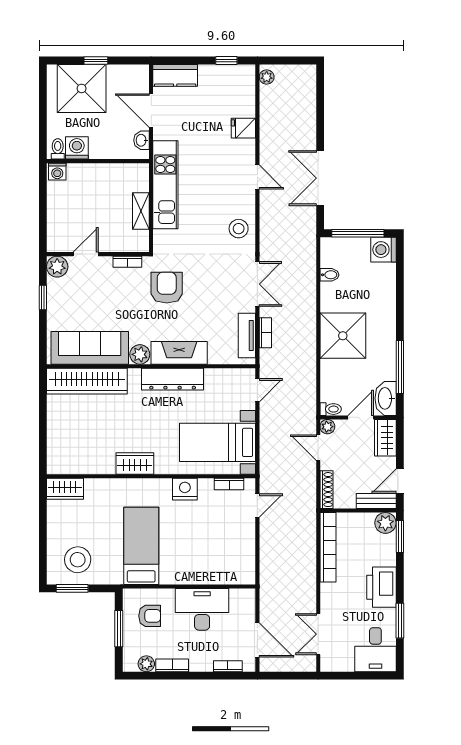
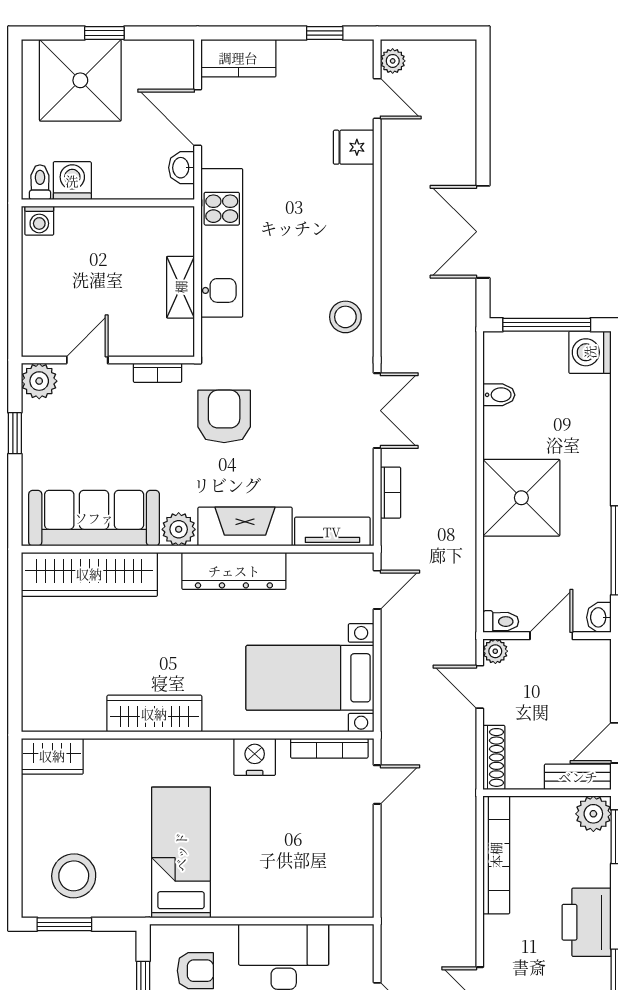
door: (257, 177) -> (377, 99), moved
tv unit: (247, 336) -> (332, 532), moved, turned 90
washbasin: (386, 398) -> (599, 617), width x0.52, depth x0.69
wardrobe: (385, 438) -> (593, 670), removed
wardrobe: (135, 464) -> (154, 714), width x1.50
bookcase: (229, 484) -> (329, 748), width x1.56

